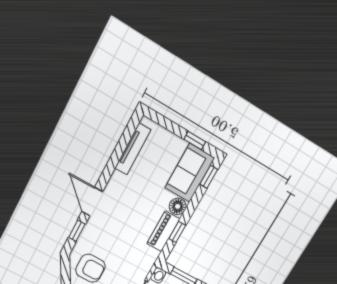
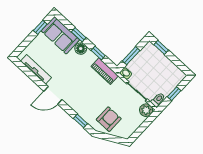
window: (209, 177) -> (79, 35), moved
door: (92, 202) -> (53, 95), moved
piano: (163, 231) -> (105, 71), moved

